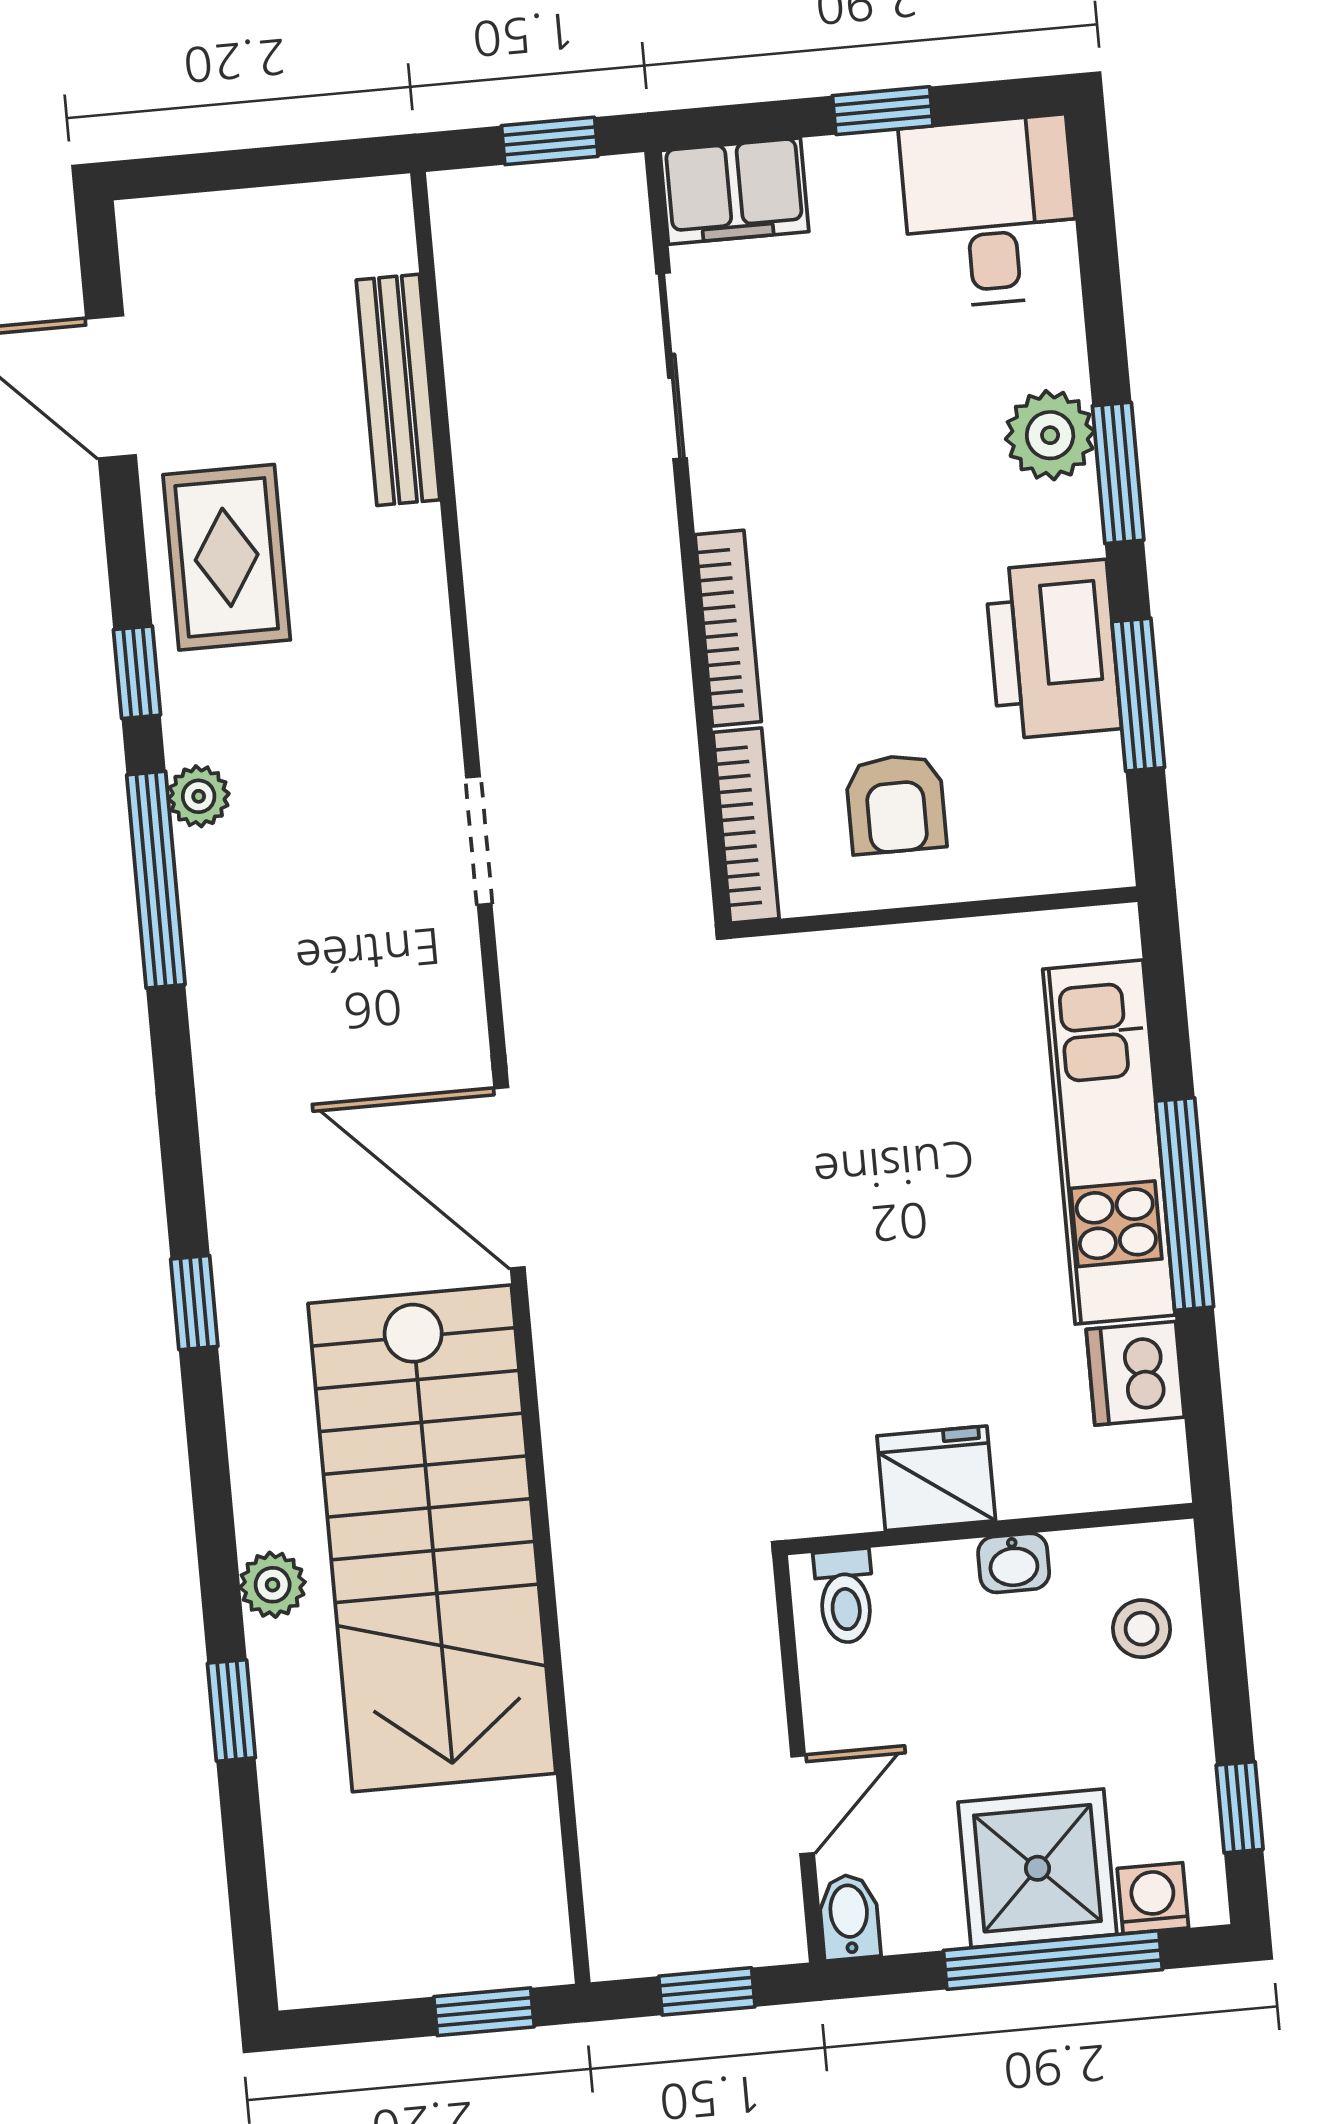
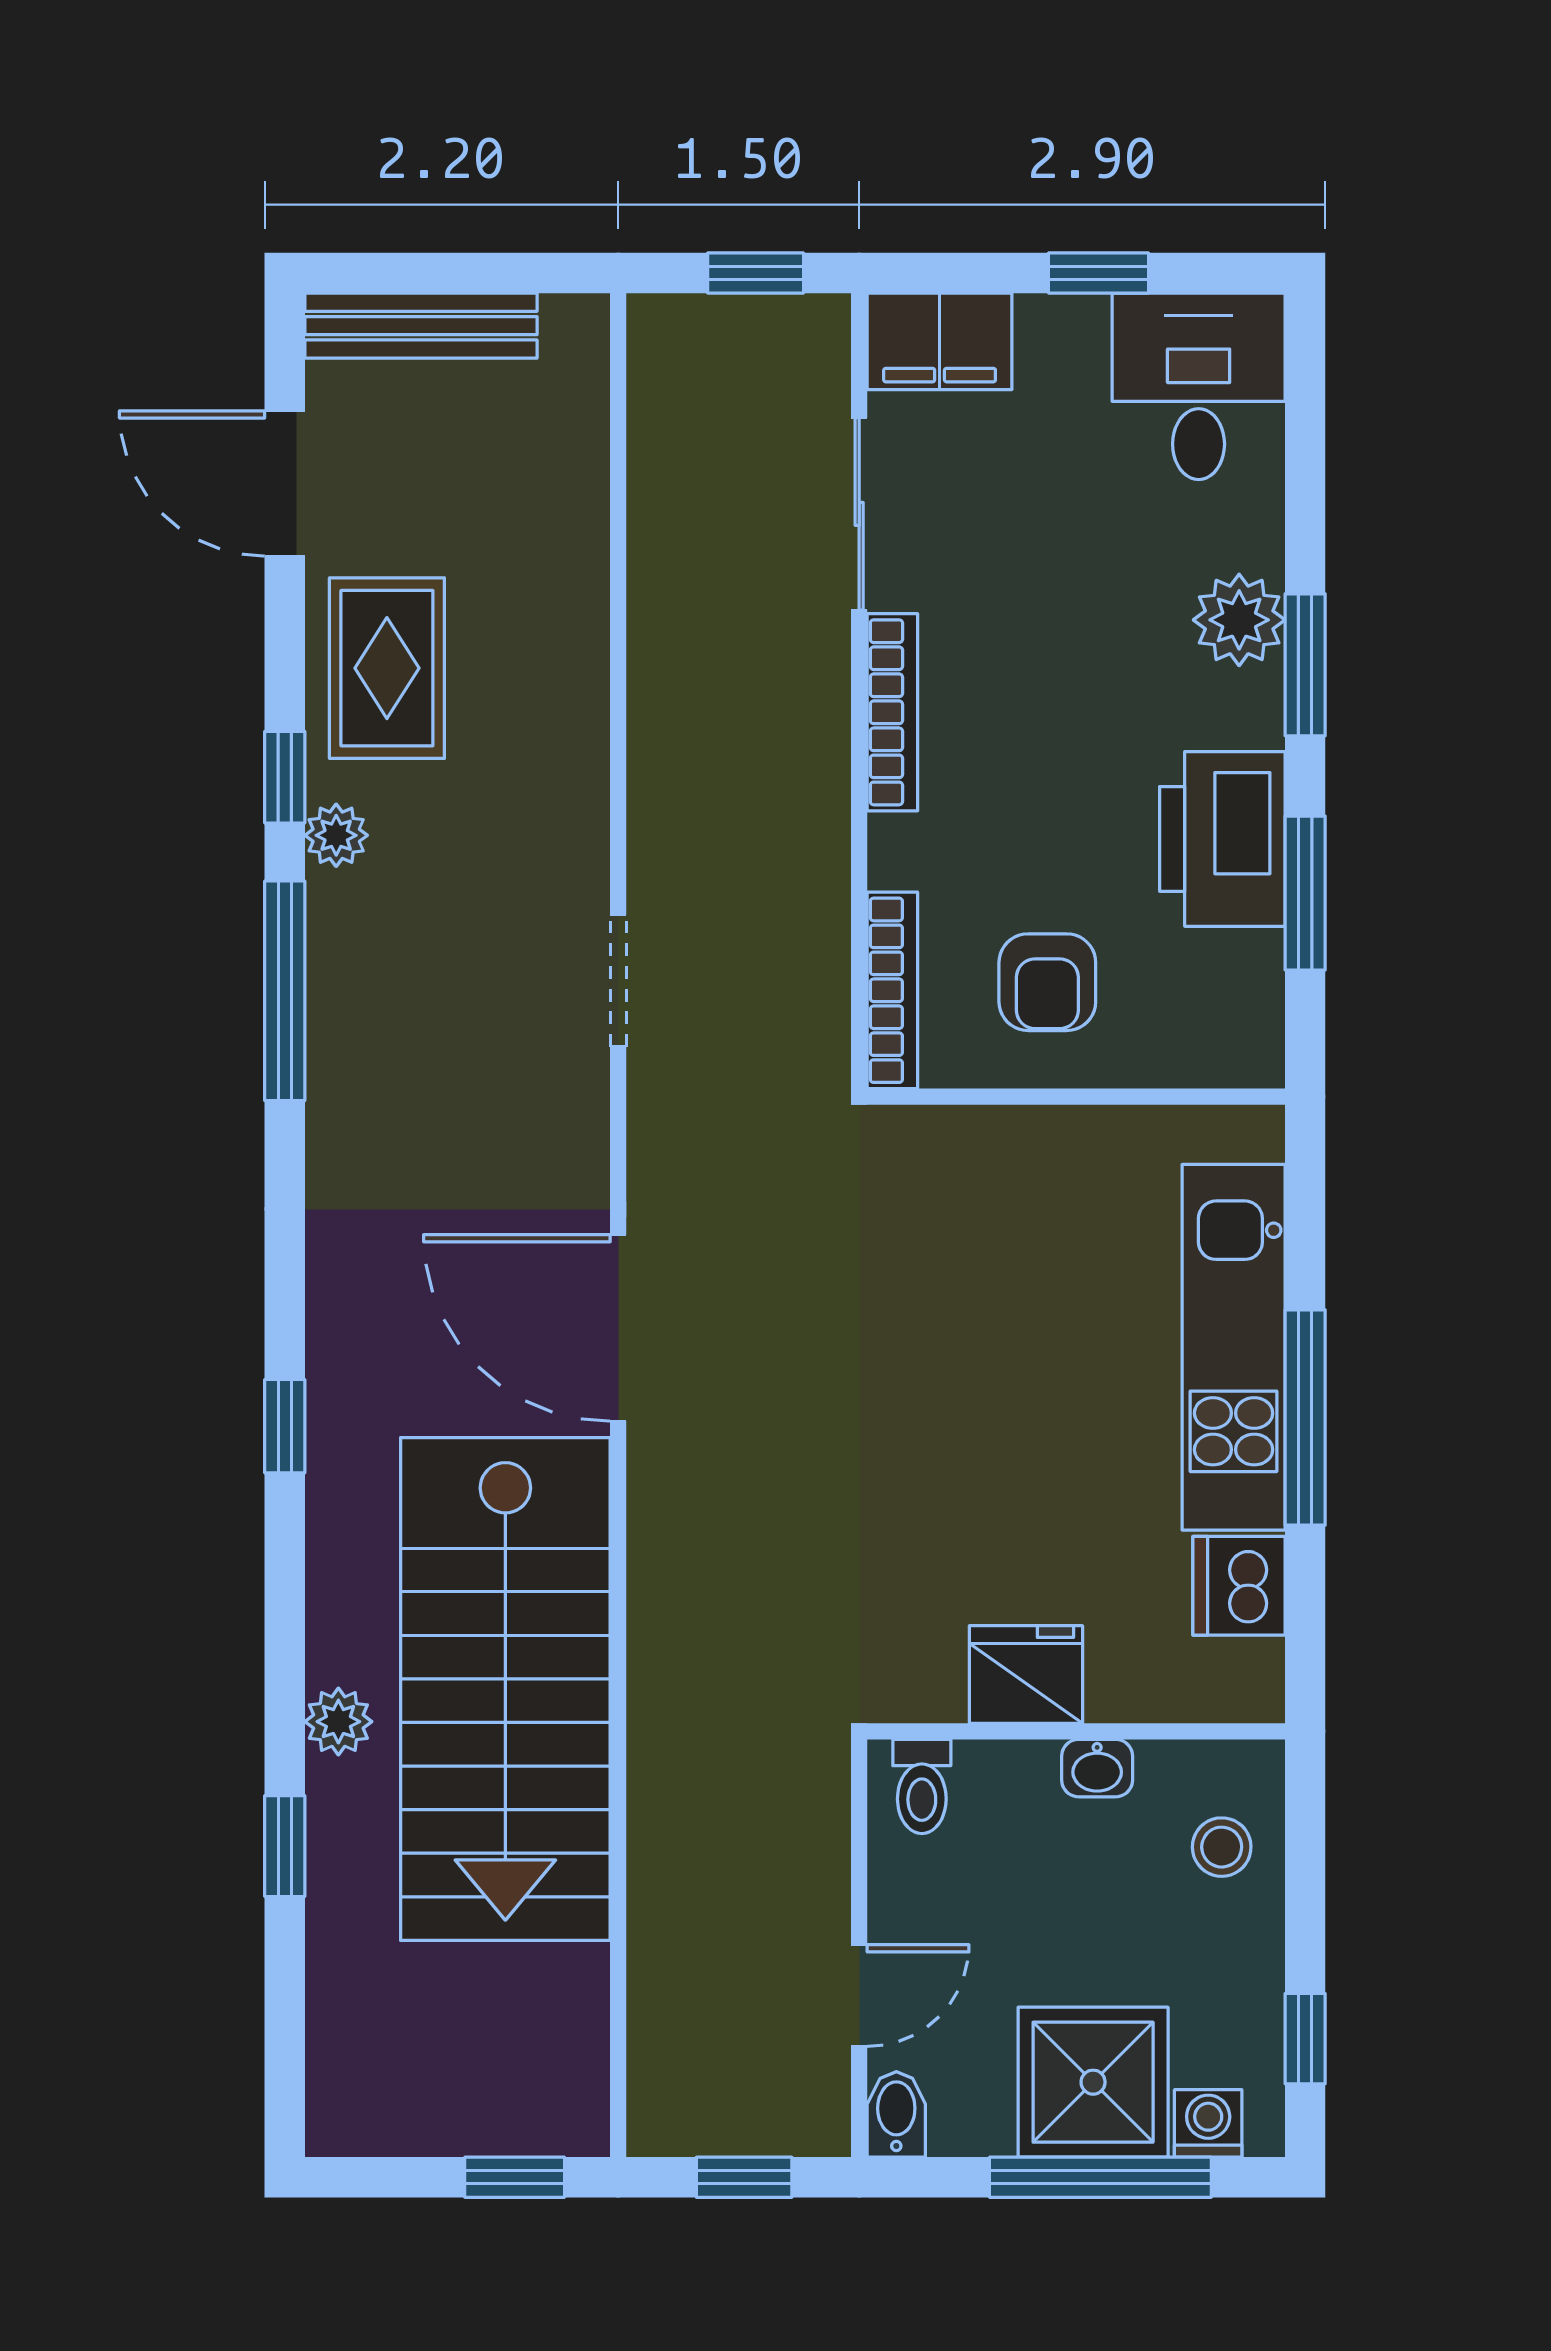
bench: (398, 390) -> (421, 326), moved, turned 90
bookcase: (728, 628) -> (892, 712), moved
plant: (199, 796) -> (336, 835), moved

